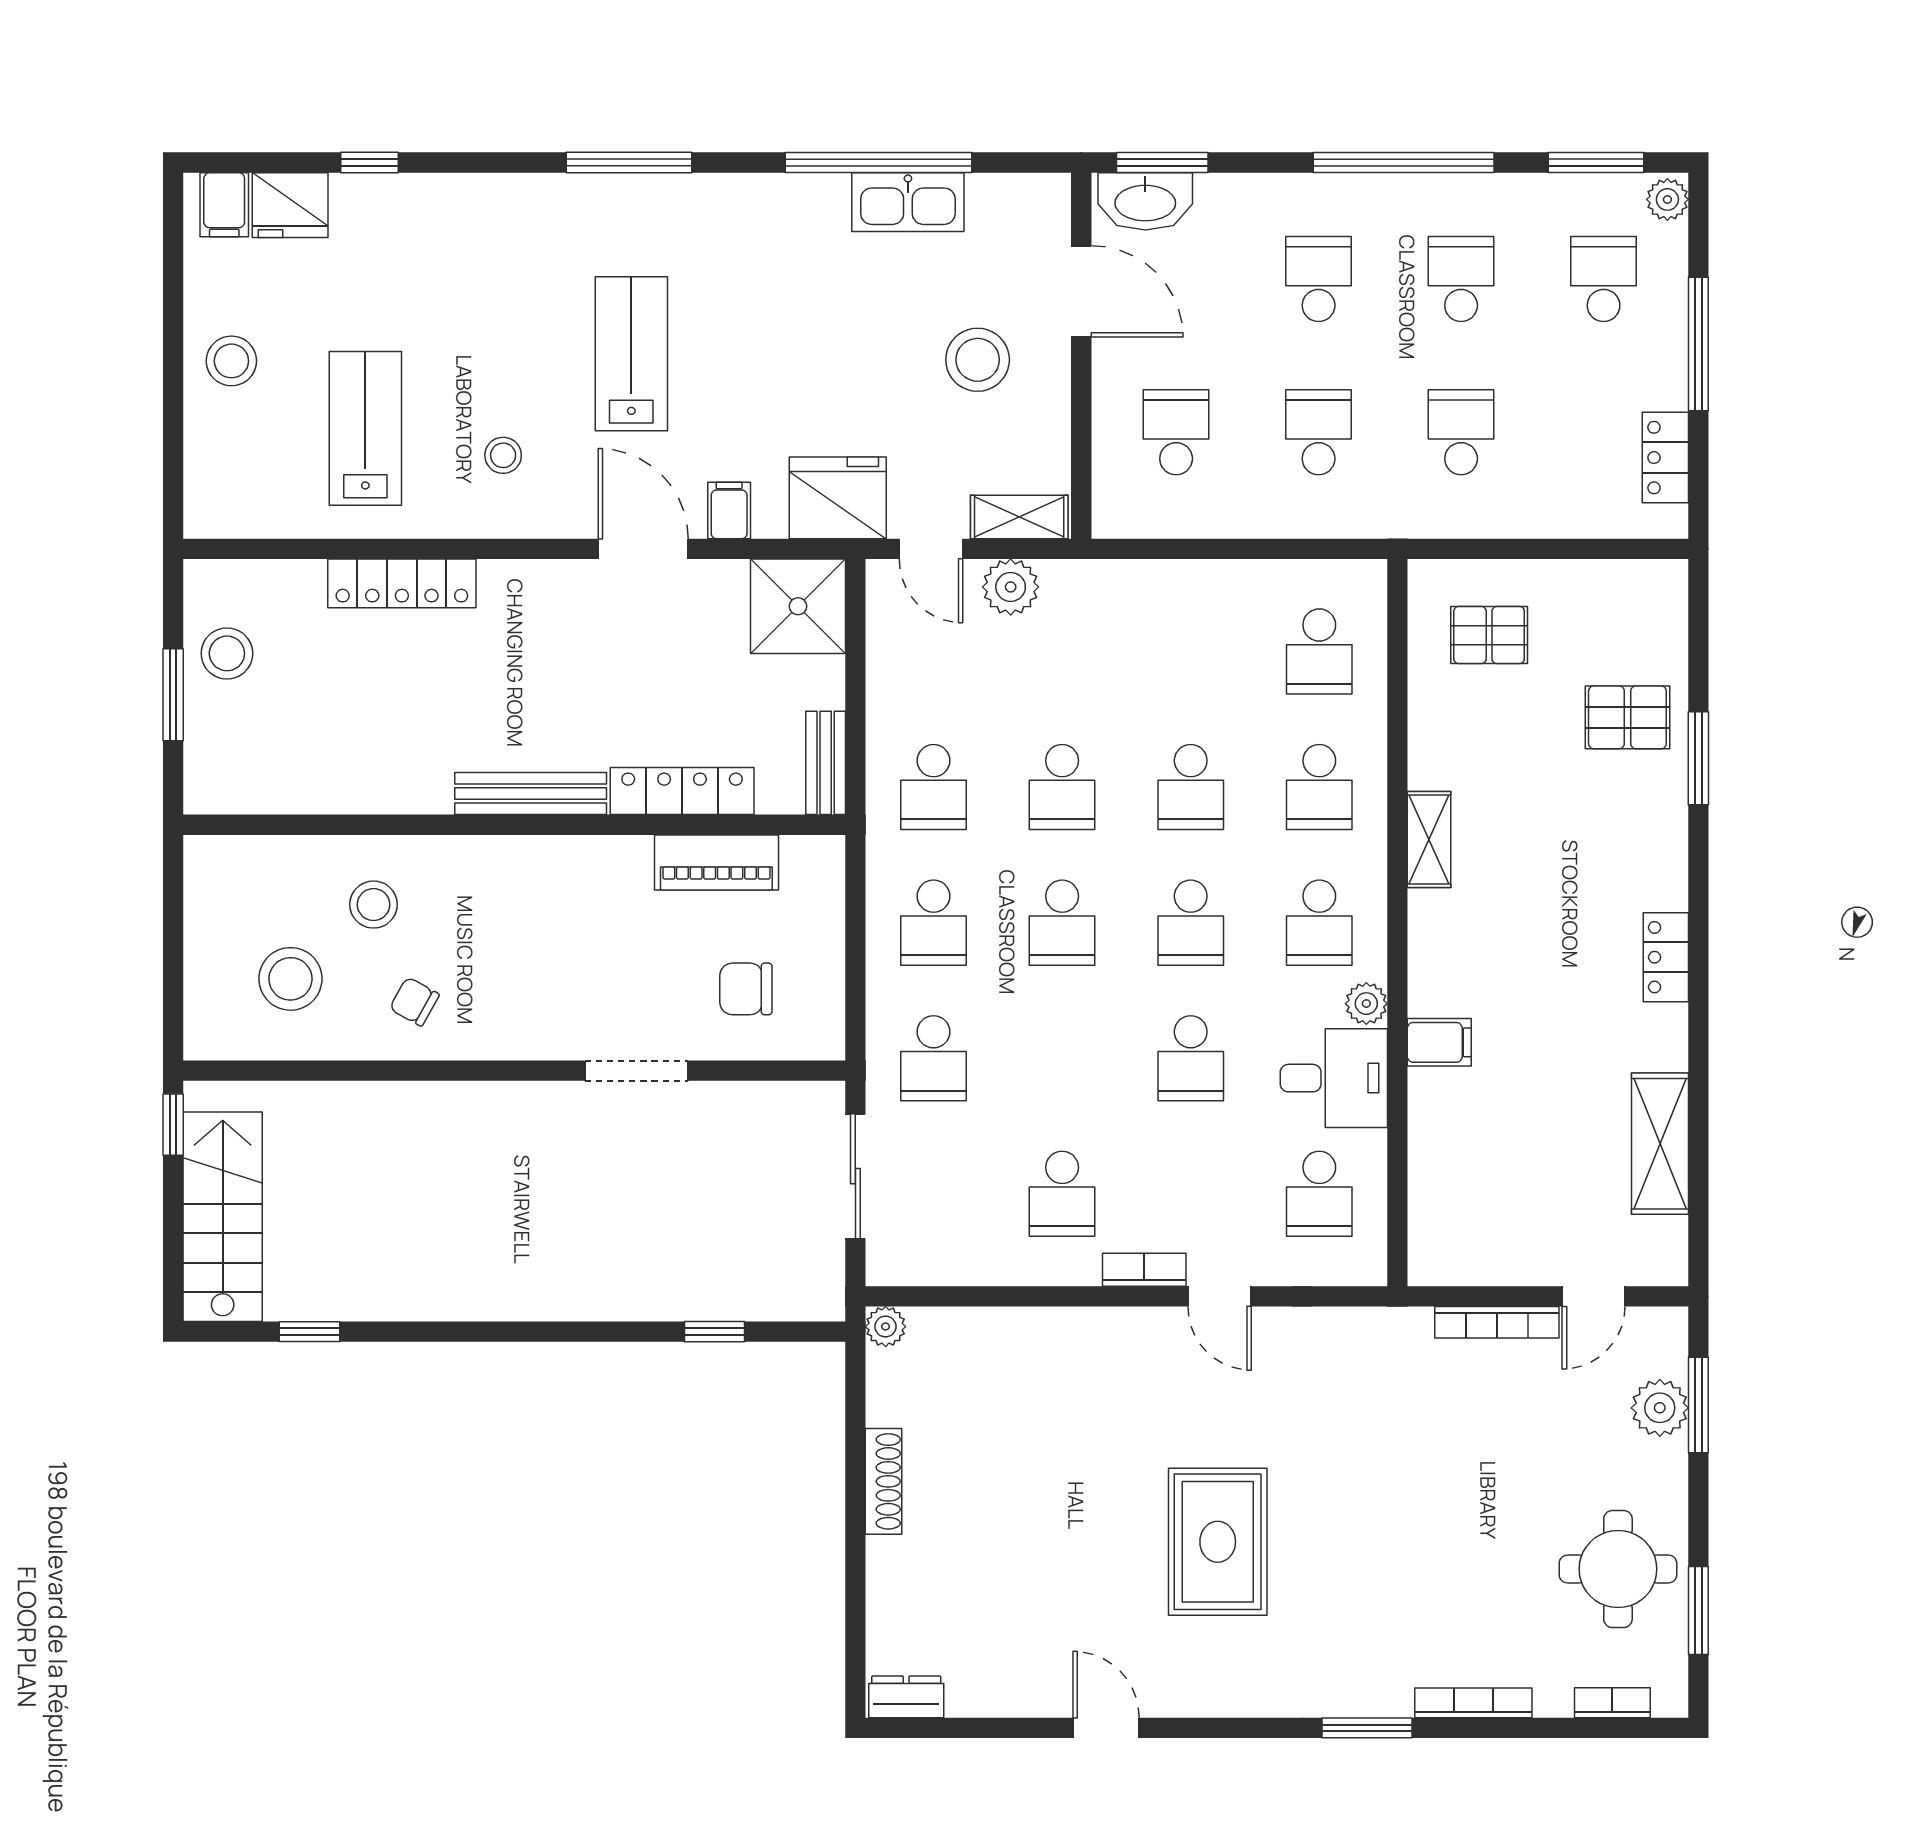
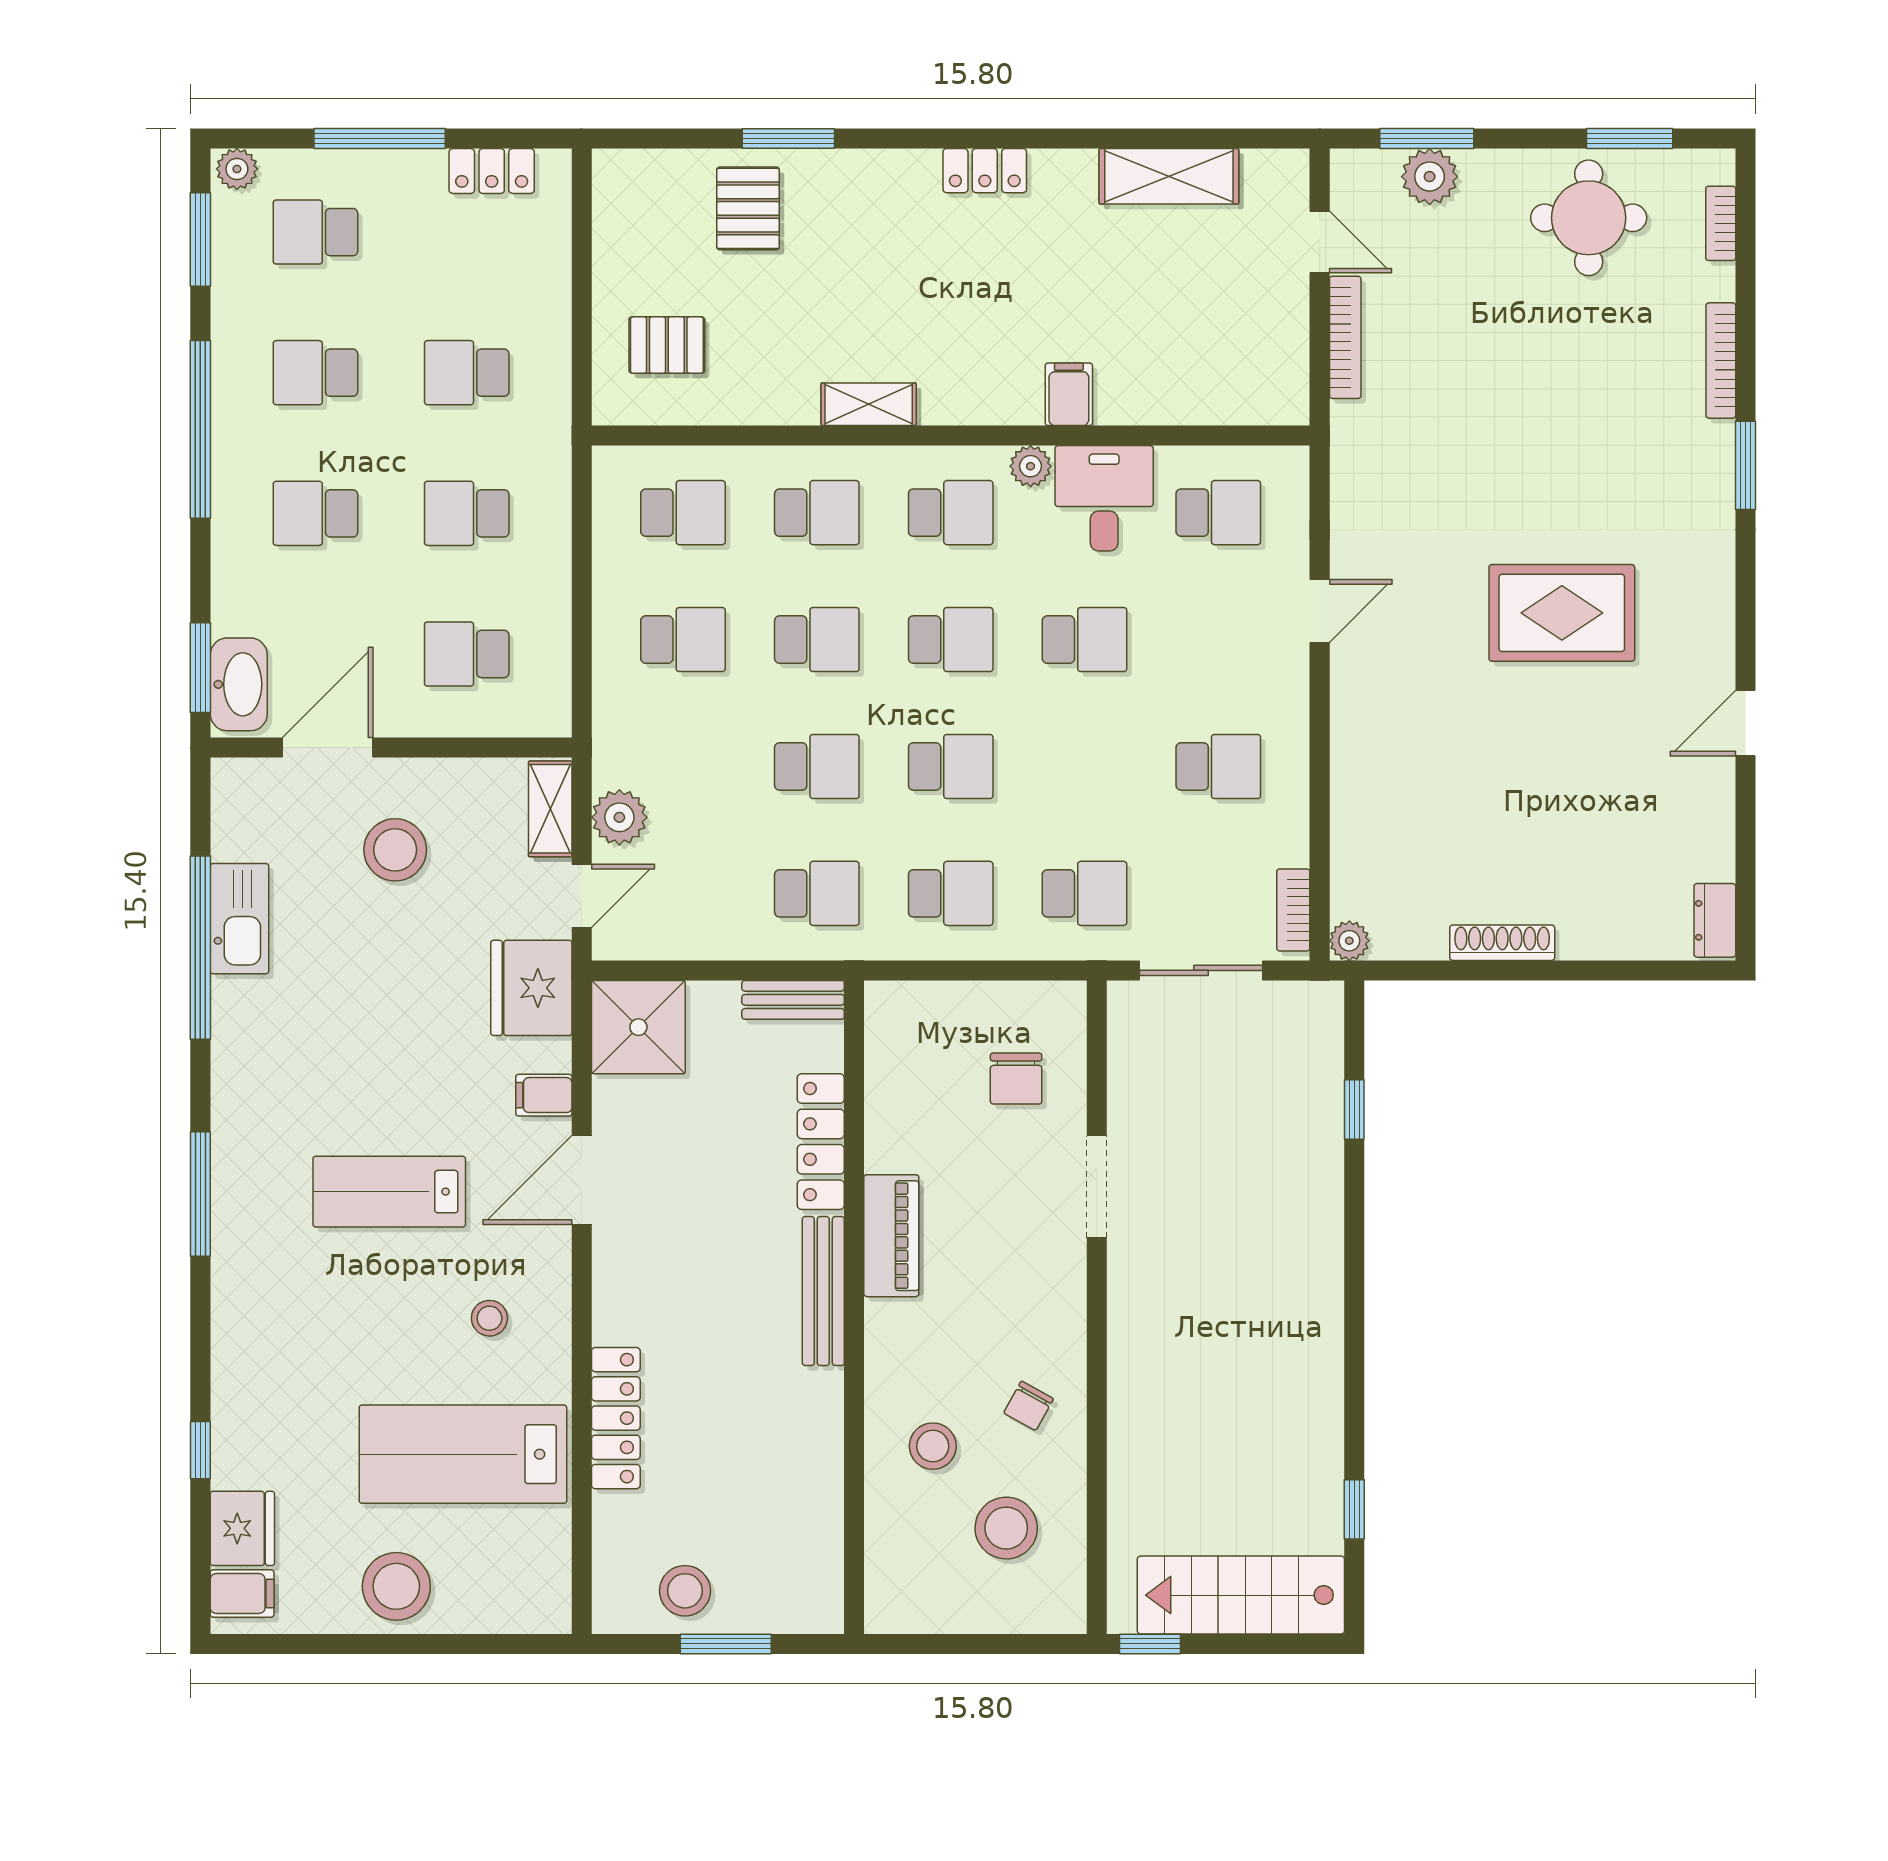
stool: (231, 361) -> (396, 1586), width x1.38, depth x1.38
lab bench: (365, 428) -> (463, 1454), width x1.36, depth x1.39
pallet: (1489, 635) -> (667, 345), turned 90
school desk: (1191, 651) -> (683, 640), added
piano: (716, 863) -> (891, 1236), moved
bookcase: (1144, 1270) -> (1293, 910), moved

